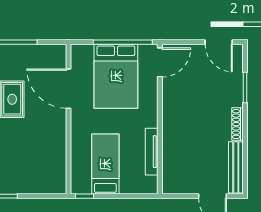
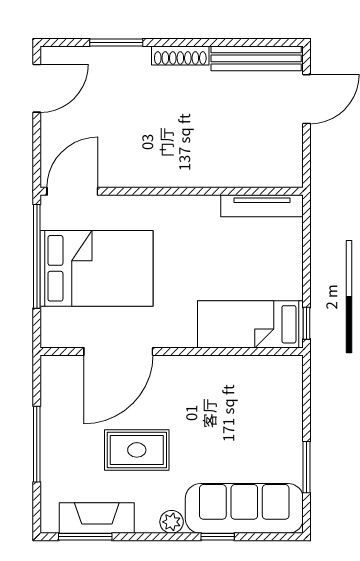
door: (160, 62) -> (72, 191), hinge flipped
tv unit: (152, 152) -> (262, 206), moved
bed: (105, 164) -> (250, 324), moved

